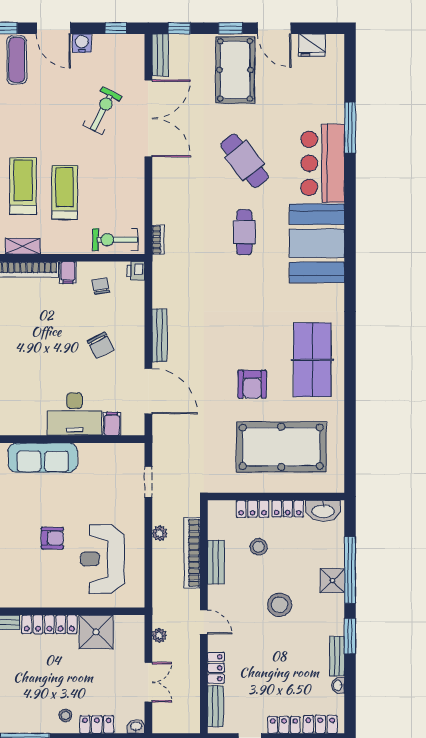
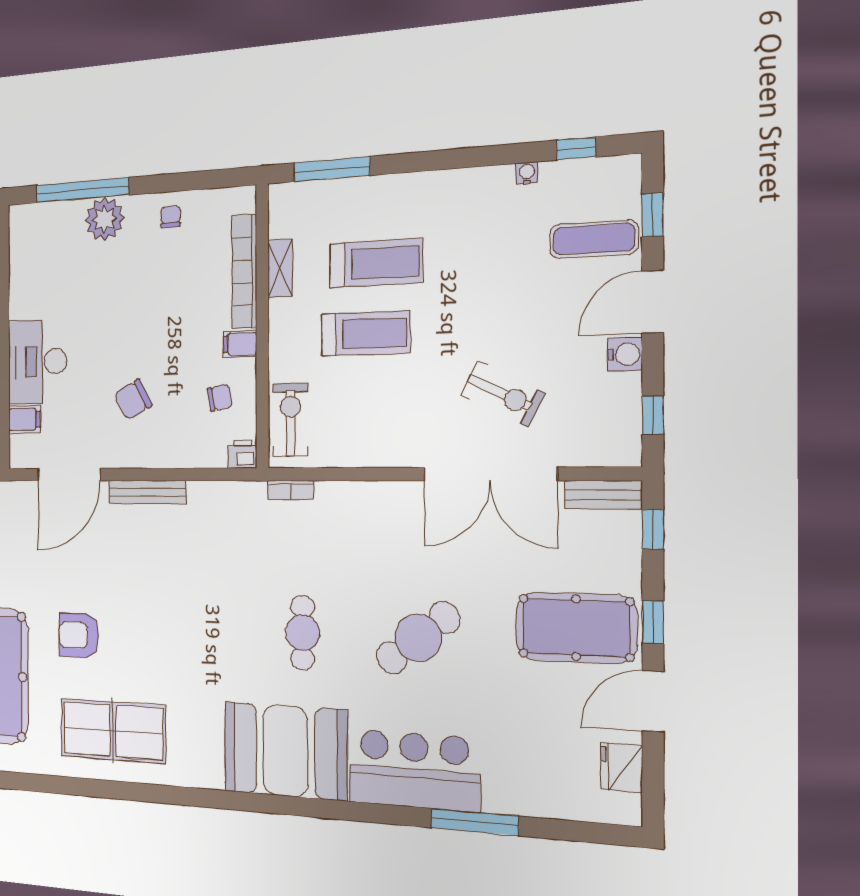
cafe table: (244, 232) -> (303, 633), turned 90

